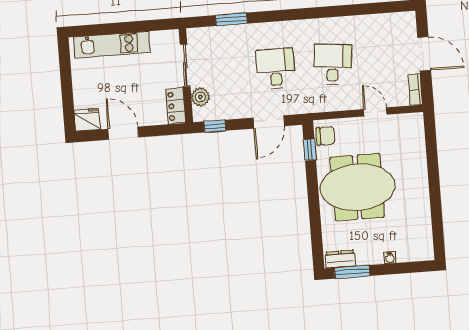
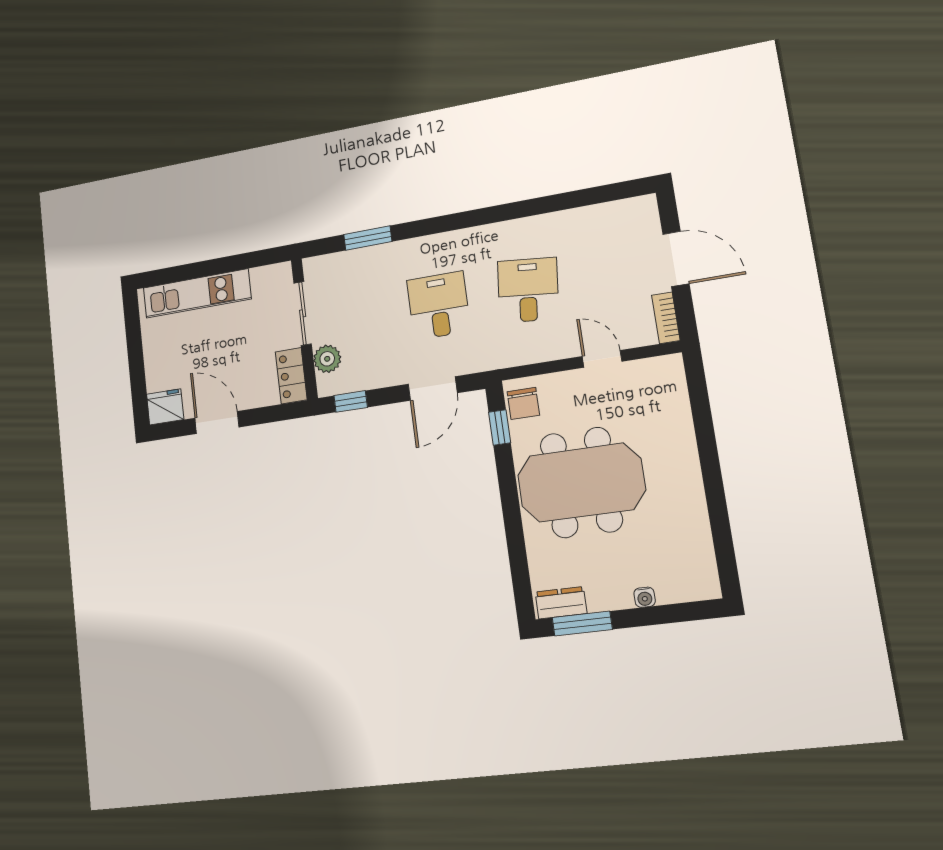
chair: (325, 136) -> (523, 403), turned 90

